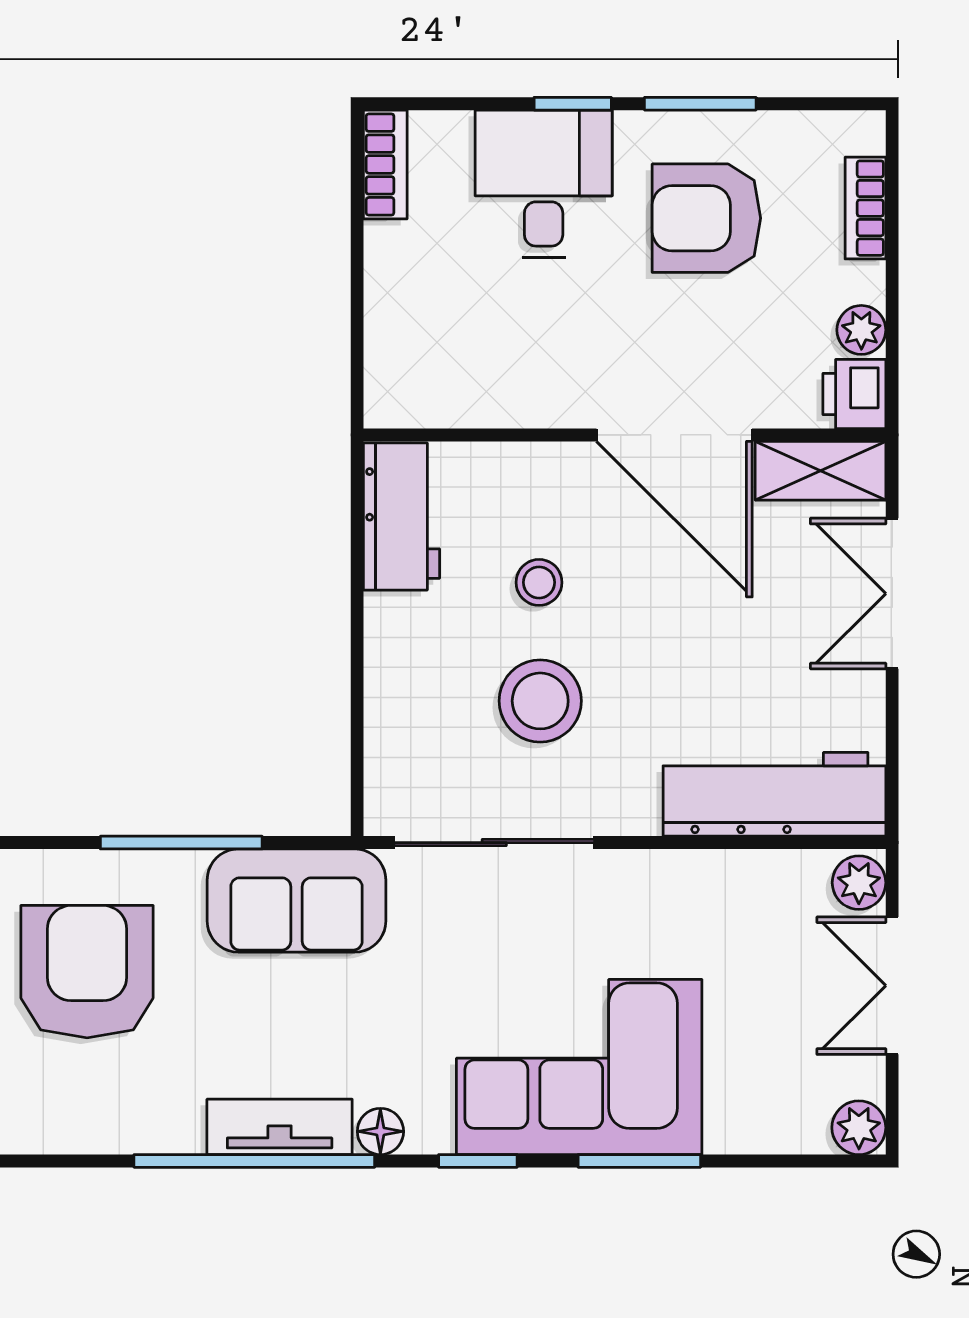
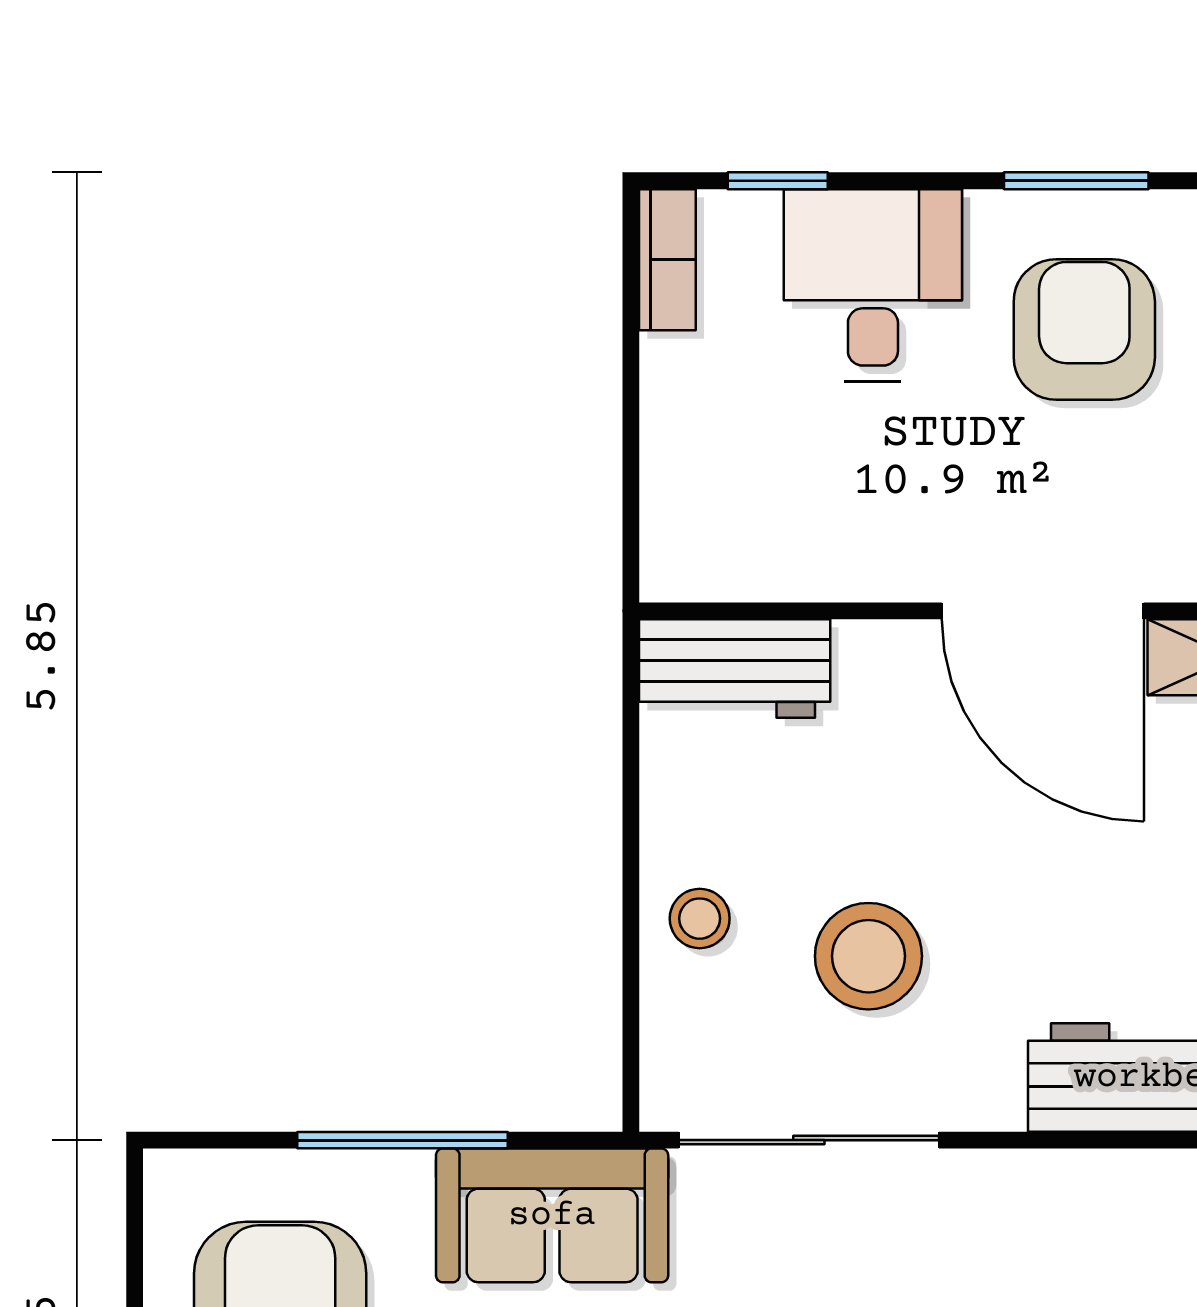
window: (573, 104) -> (778, 181), moved
armchair: (706, 218) -> (1084, 329), turned 90
workbench: (402, 516) -> (735, 668), moved, turned 90
stool: (539, 582) -> (700, 919), moved

